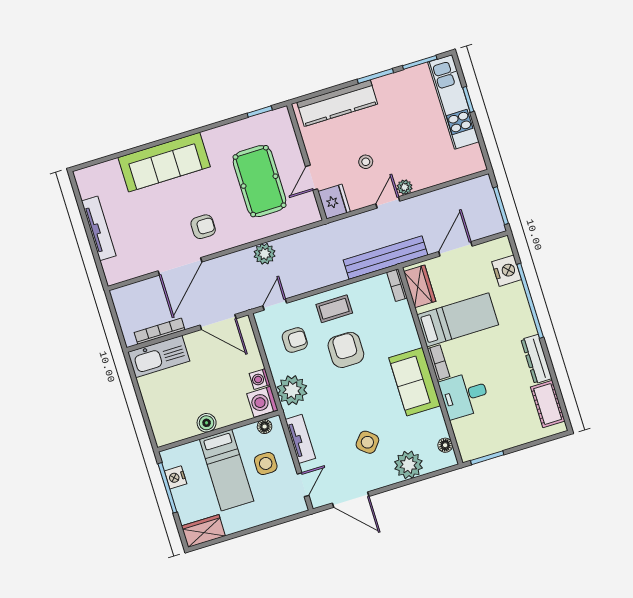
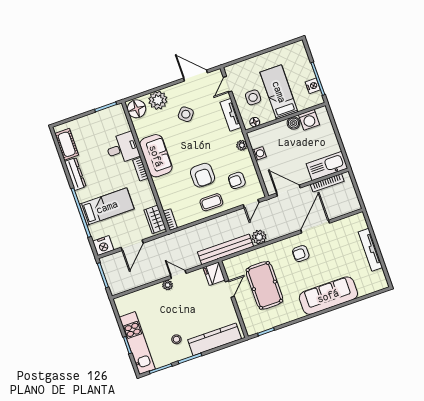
stool: (366, 162) -> (176, 339), moved
door: (388, 202) -> (178, 274), swing flipped
bench: (386, 258) -> (225, 249), moved
nightstand: (507, 271) -> (103, 246), moved, turned -90
bed: (458, 320) -> (107, 207), moved, turned 180
plant: (292, 390) -> (242, 145), width x0.53, depth x0.53
washing machine: (262, 402) -> (309, 120), moved, turned 90
floor lamp: (445, 445) -> (137, 109), width x1.89, depth x1.89
wardrobe: (203, 531) -> (293, 51), removed

